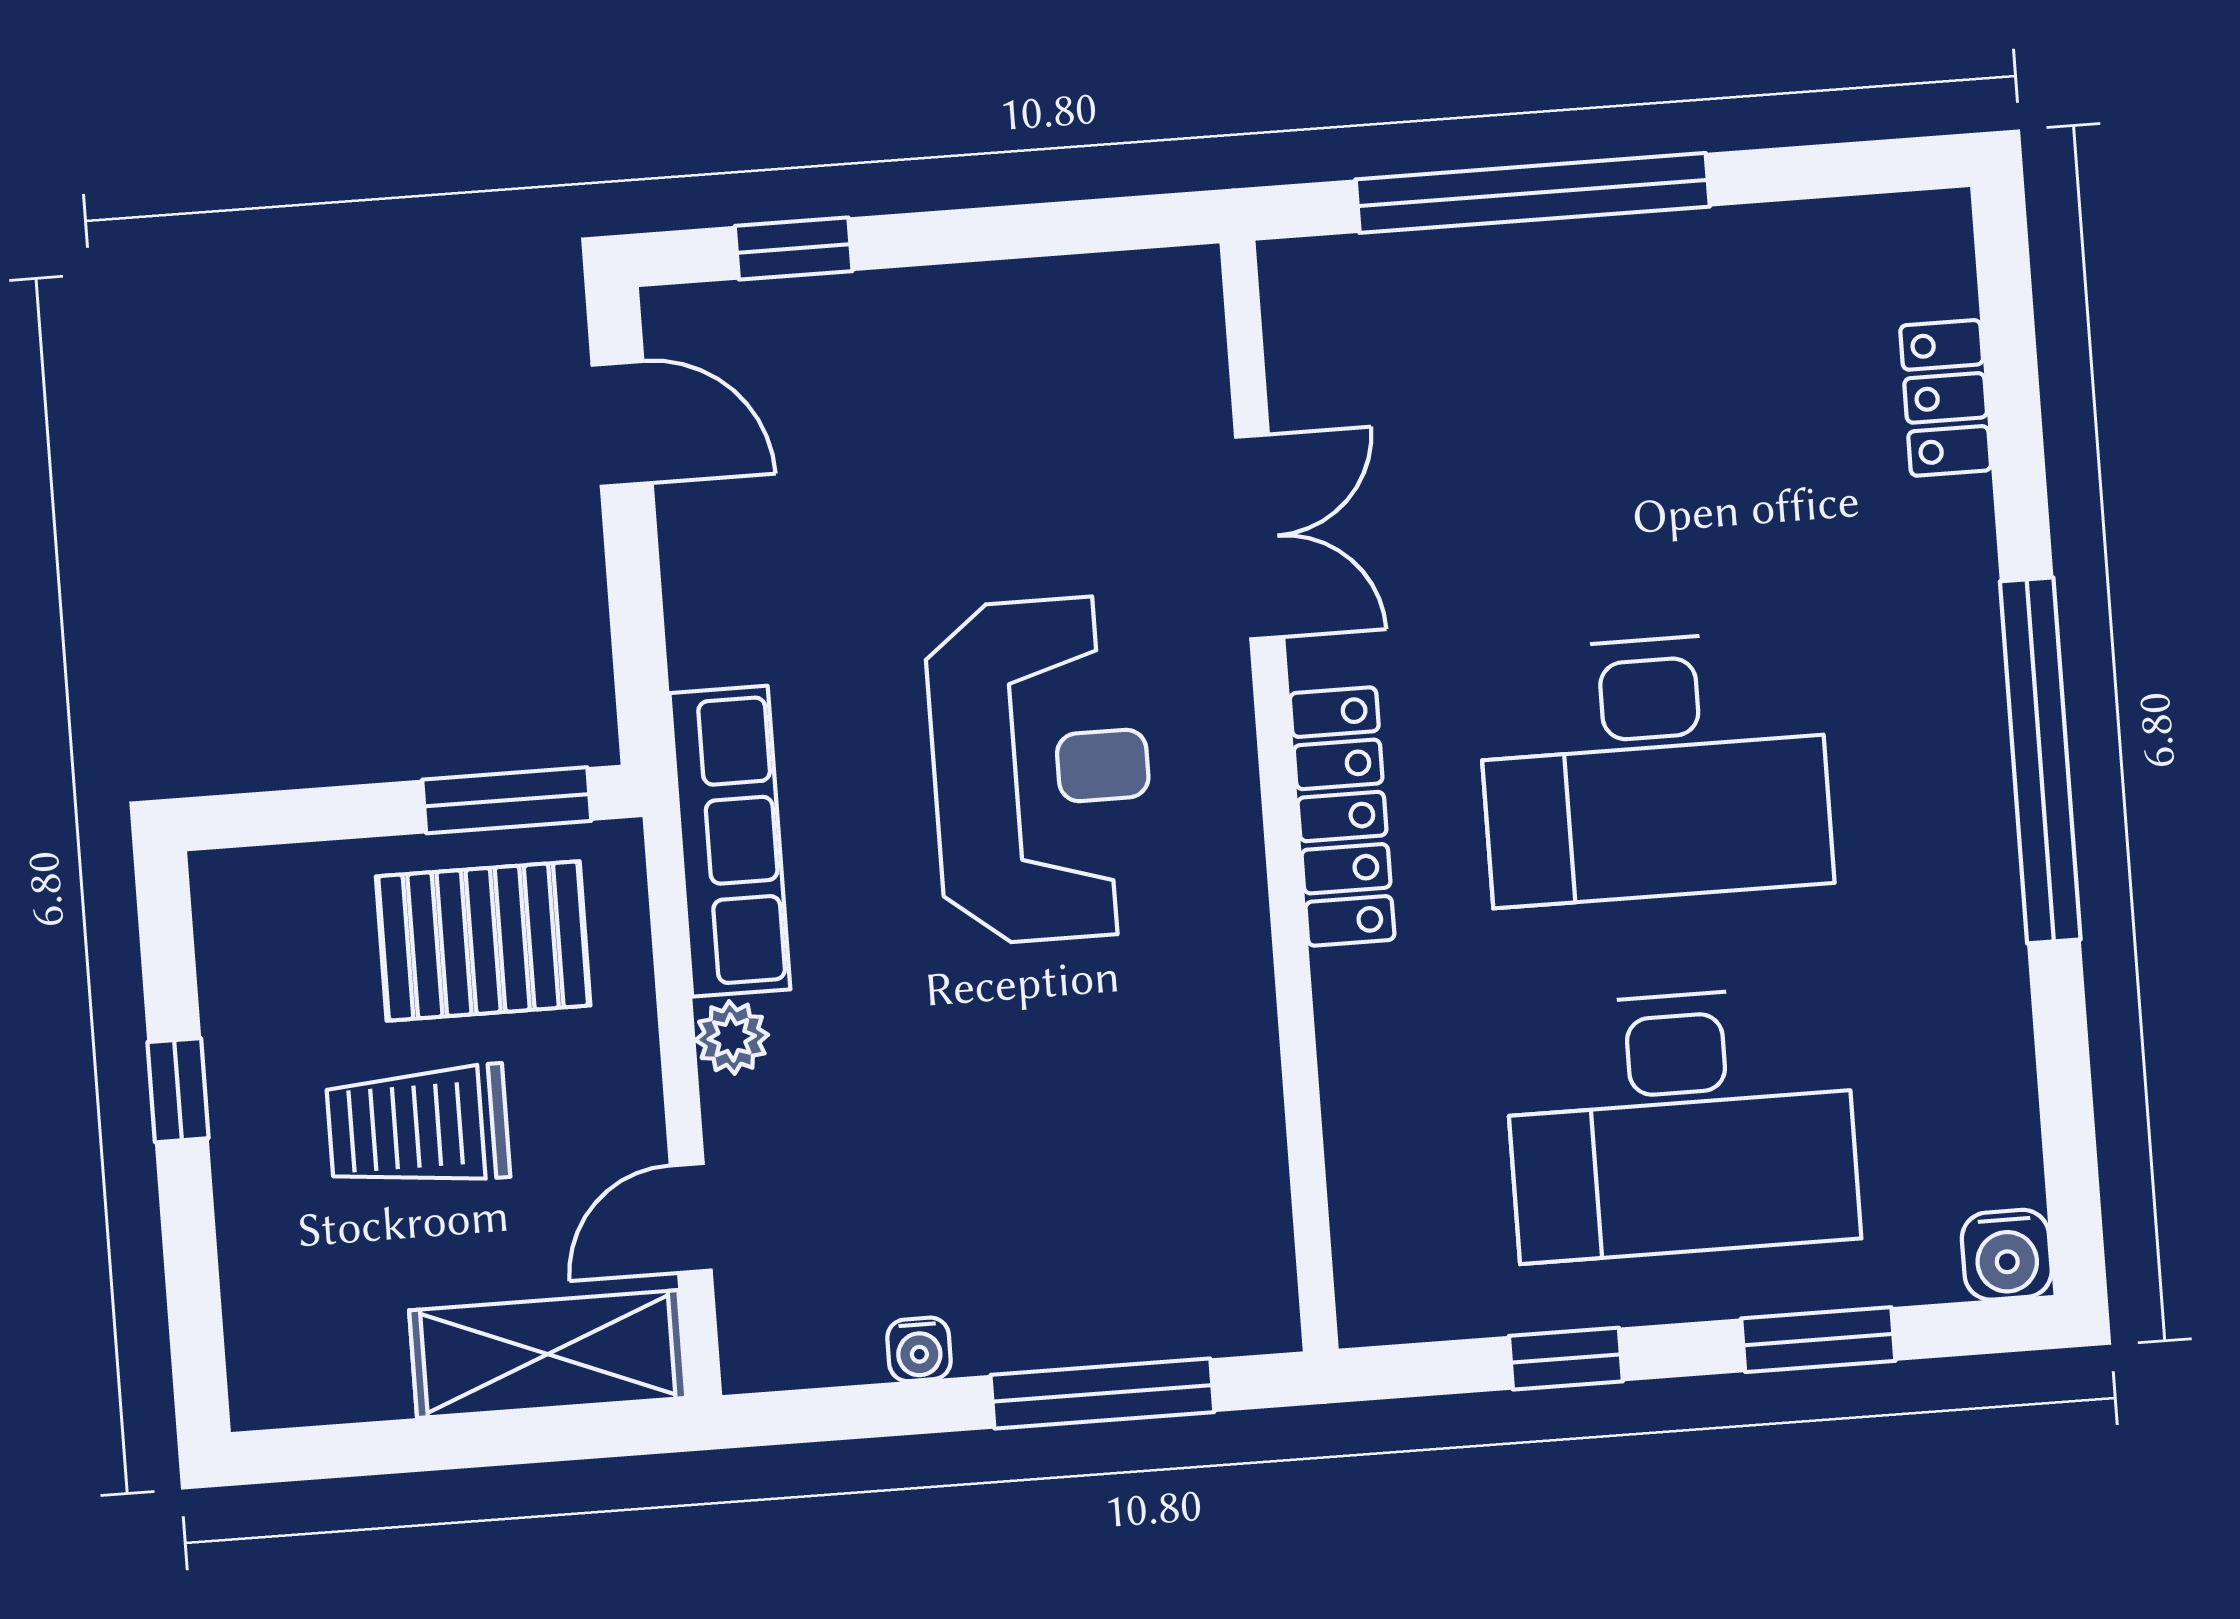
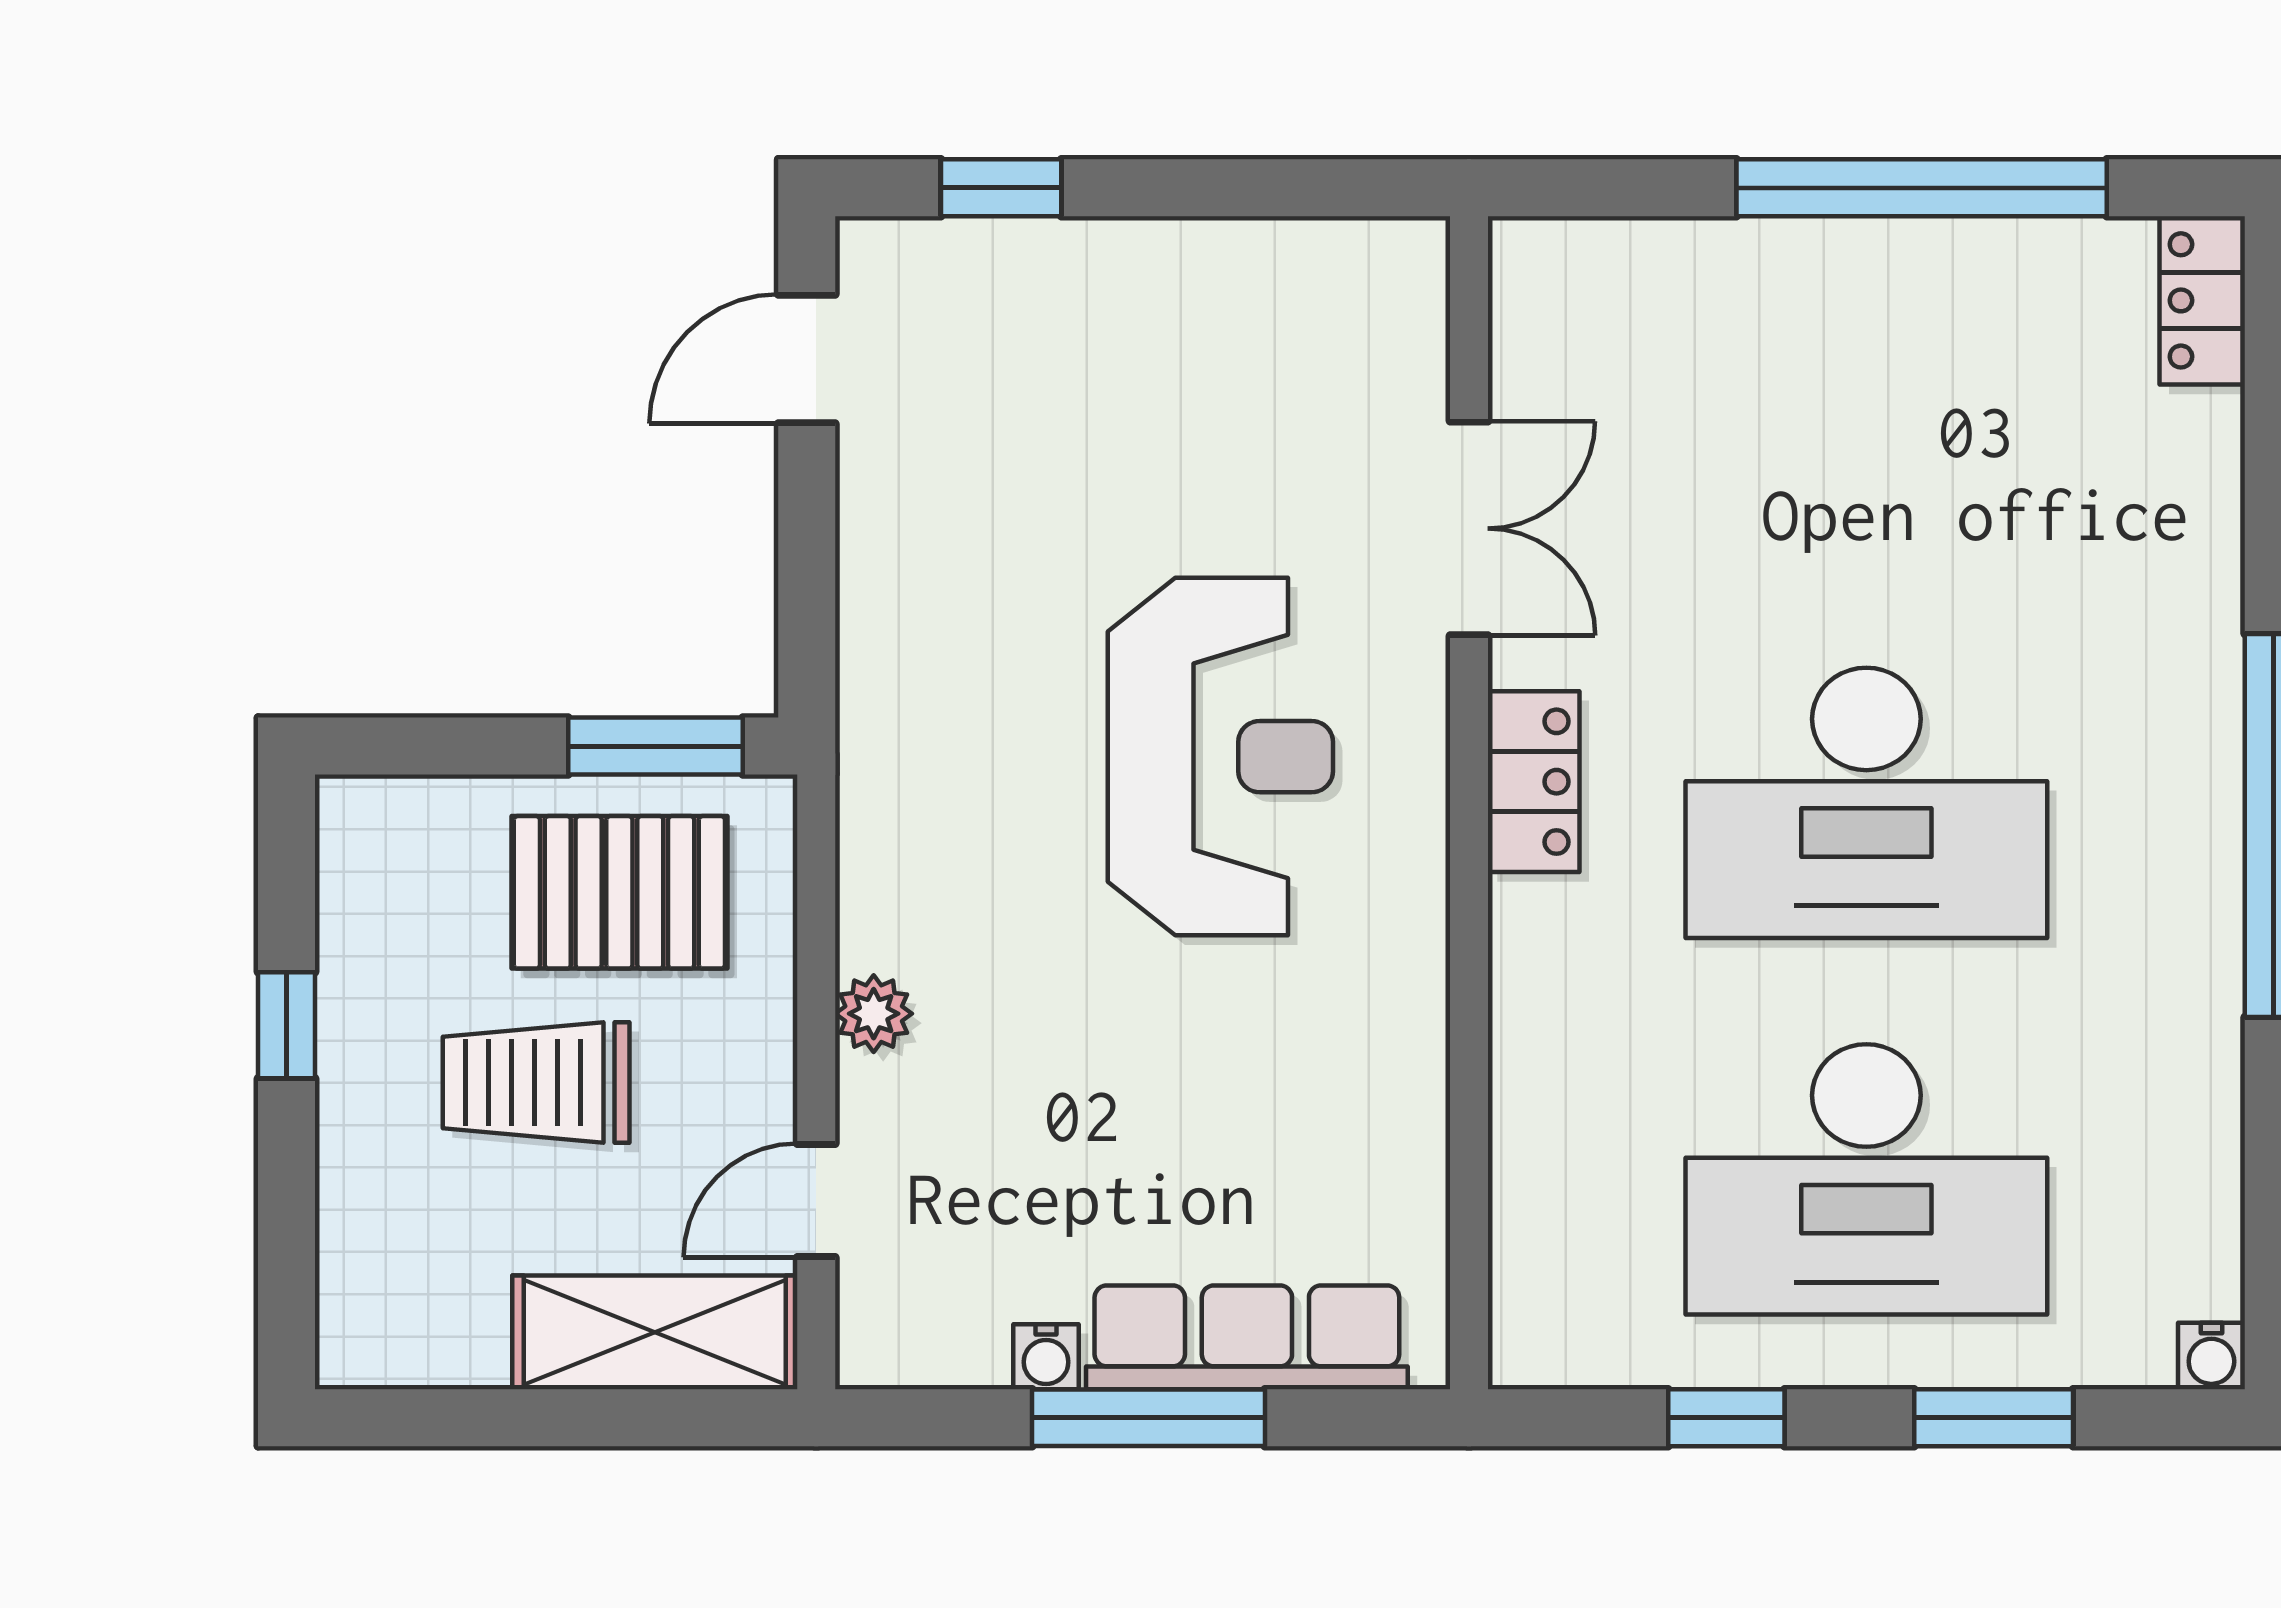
window: (1533, 193) -> (1922, 188), moved
locker: (1946, 398) -> (2202, 300), moved
door: (622, 424) -> (807, 359), swing flipped
locker: (1342, 817) -> (1534, 782), width x0.66
row of seats: (730, 841) -> (1247, 1337), moved, turned -90
water cooler: (2007, 1255) -> (2211, 1356), width x0.72, depth x0.72
window: (1102, 1393) -> (1149, 1418), moved

